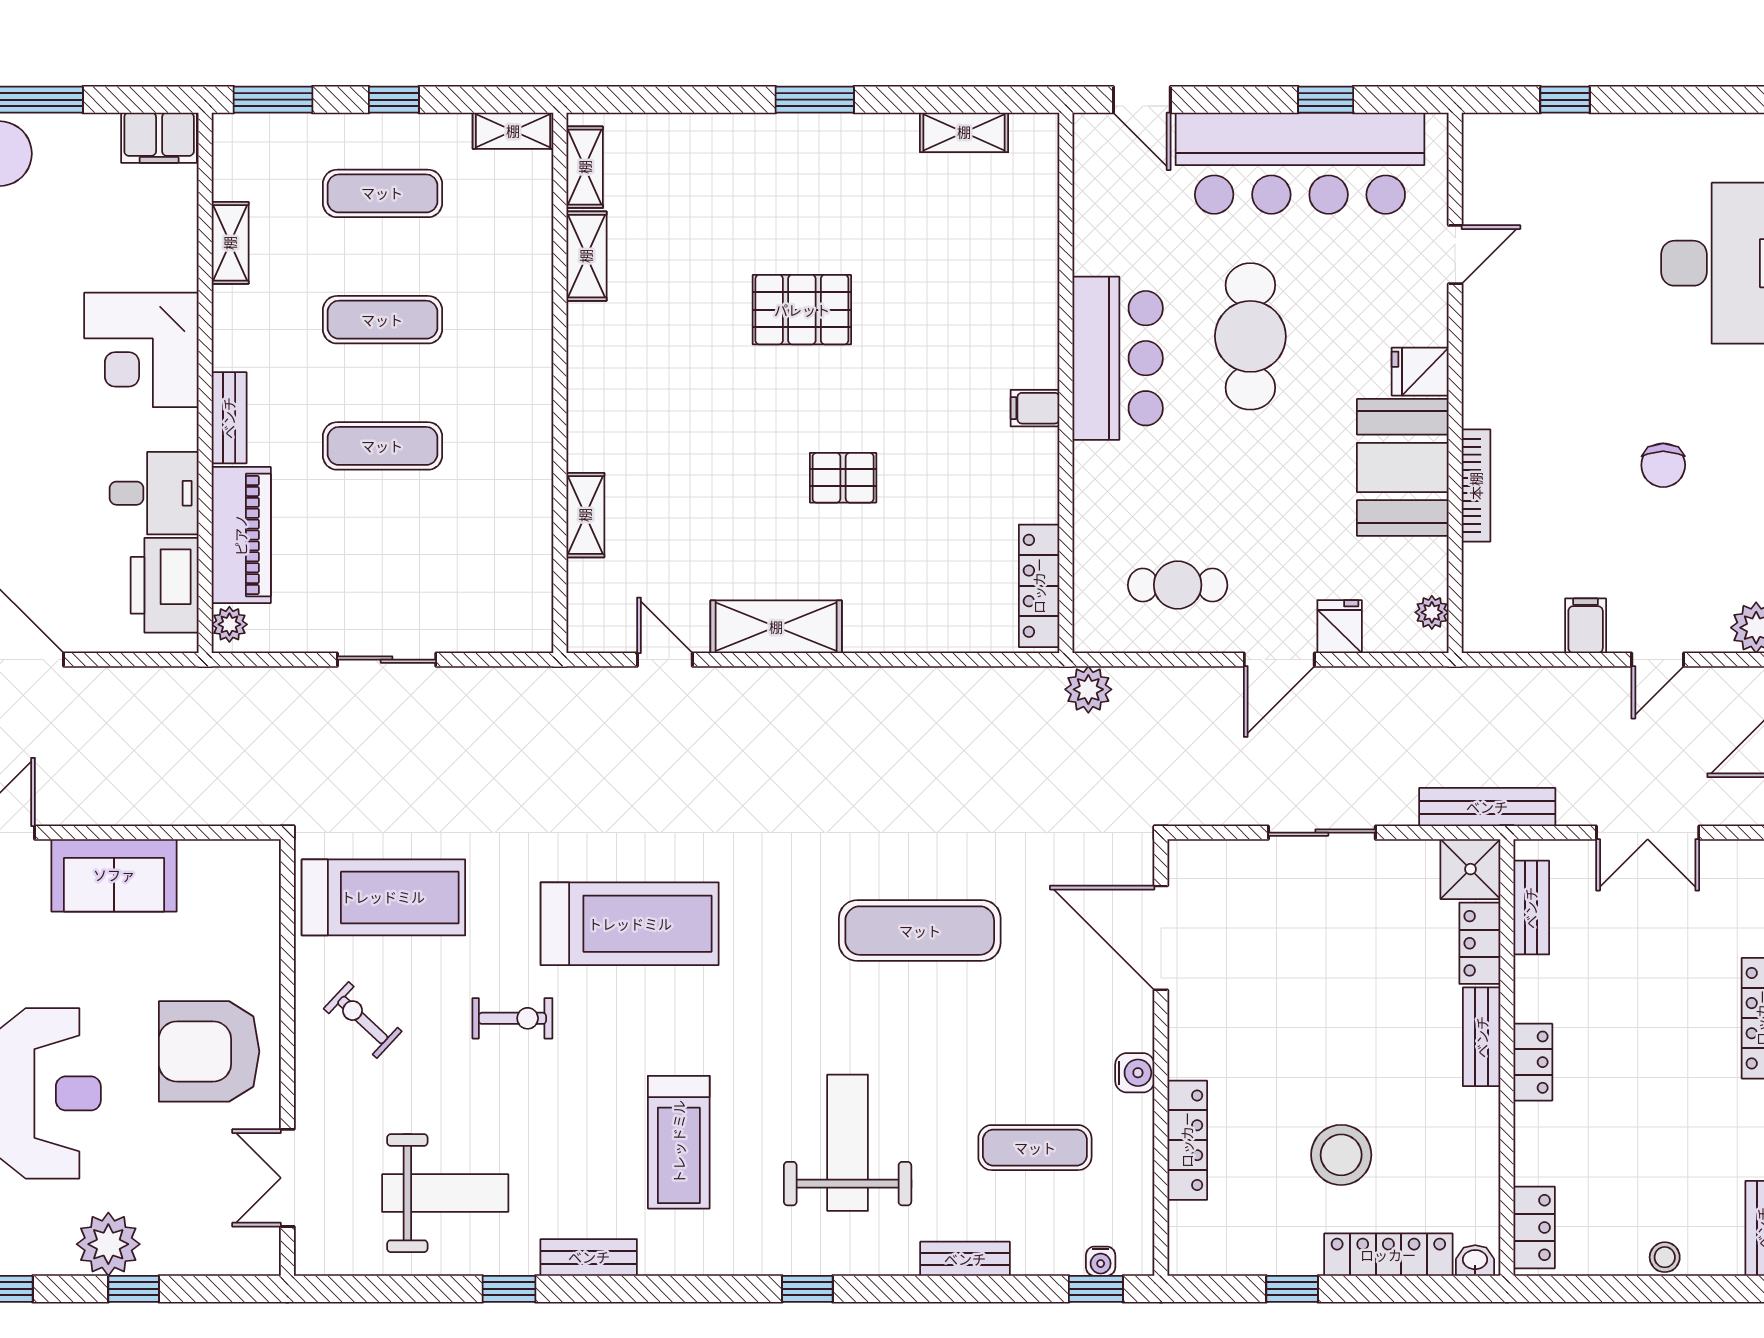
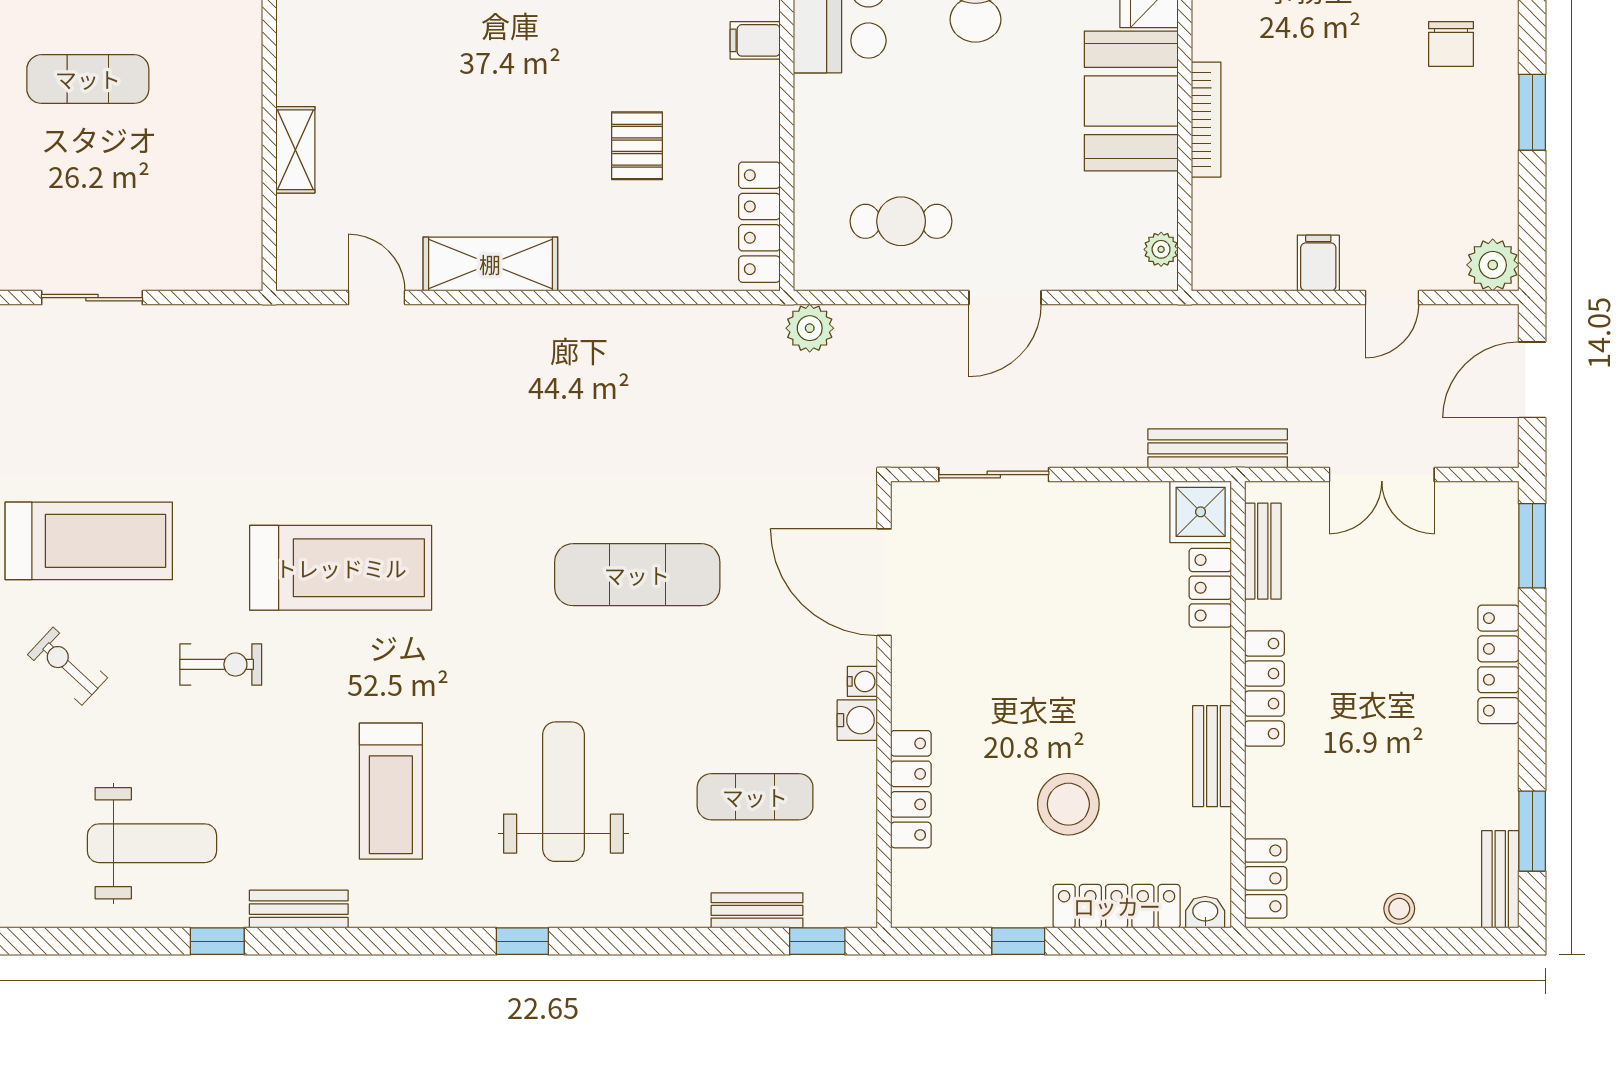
chair: (1663, 465) -> (1451, 44), moved
pallet: (843, 478) -> (637, 146), moved, turned 90
fridge: (1340, 627) -> (1067, 264), removed
sliding door: (1322, 833) -> (994, 475), moved
bench: (1482, 1037) -> (1212, 756), moved
locker: (1533, 1062) -> (1264, 689), width x1.53
bench: (965, 1259) -> (757, 910), moved
water cooler: (1101, 1261) -> (862, 681), moved, turned -90

